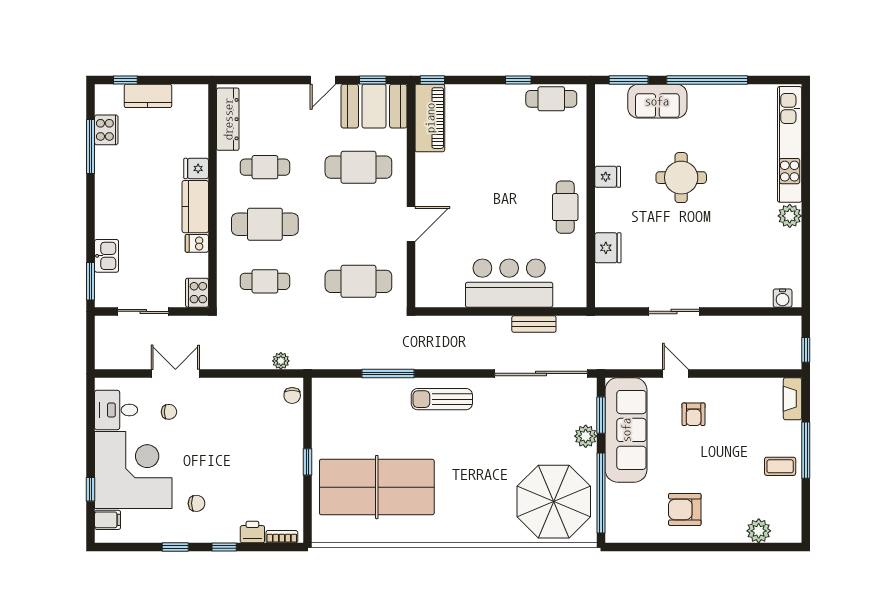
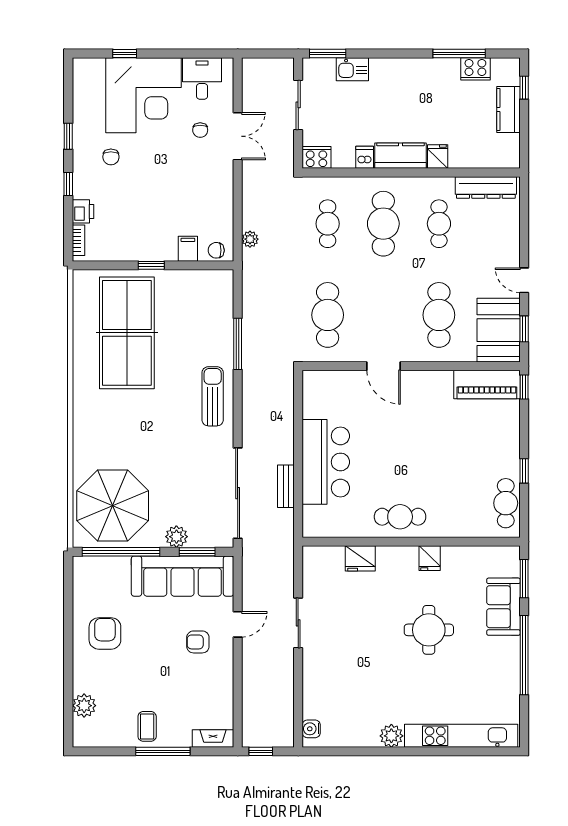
filing cabinet: (108, 520) -> (188, 249), moved, turned 180

